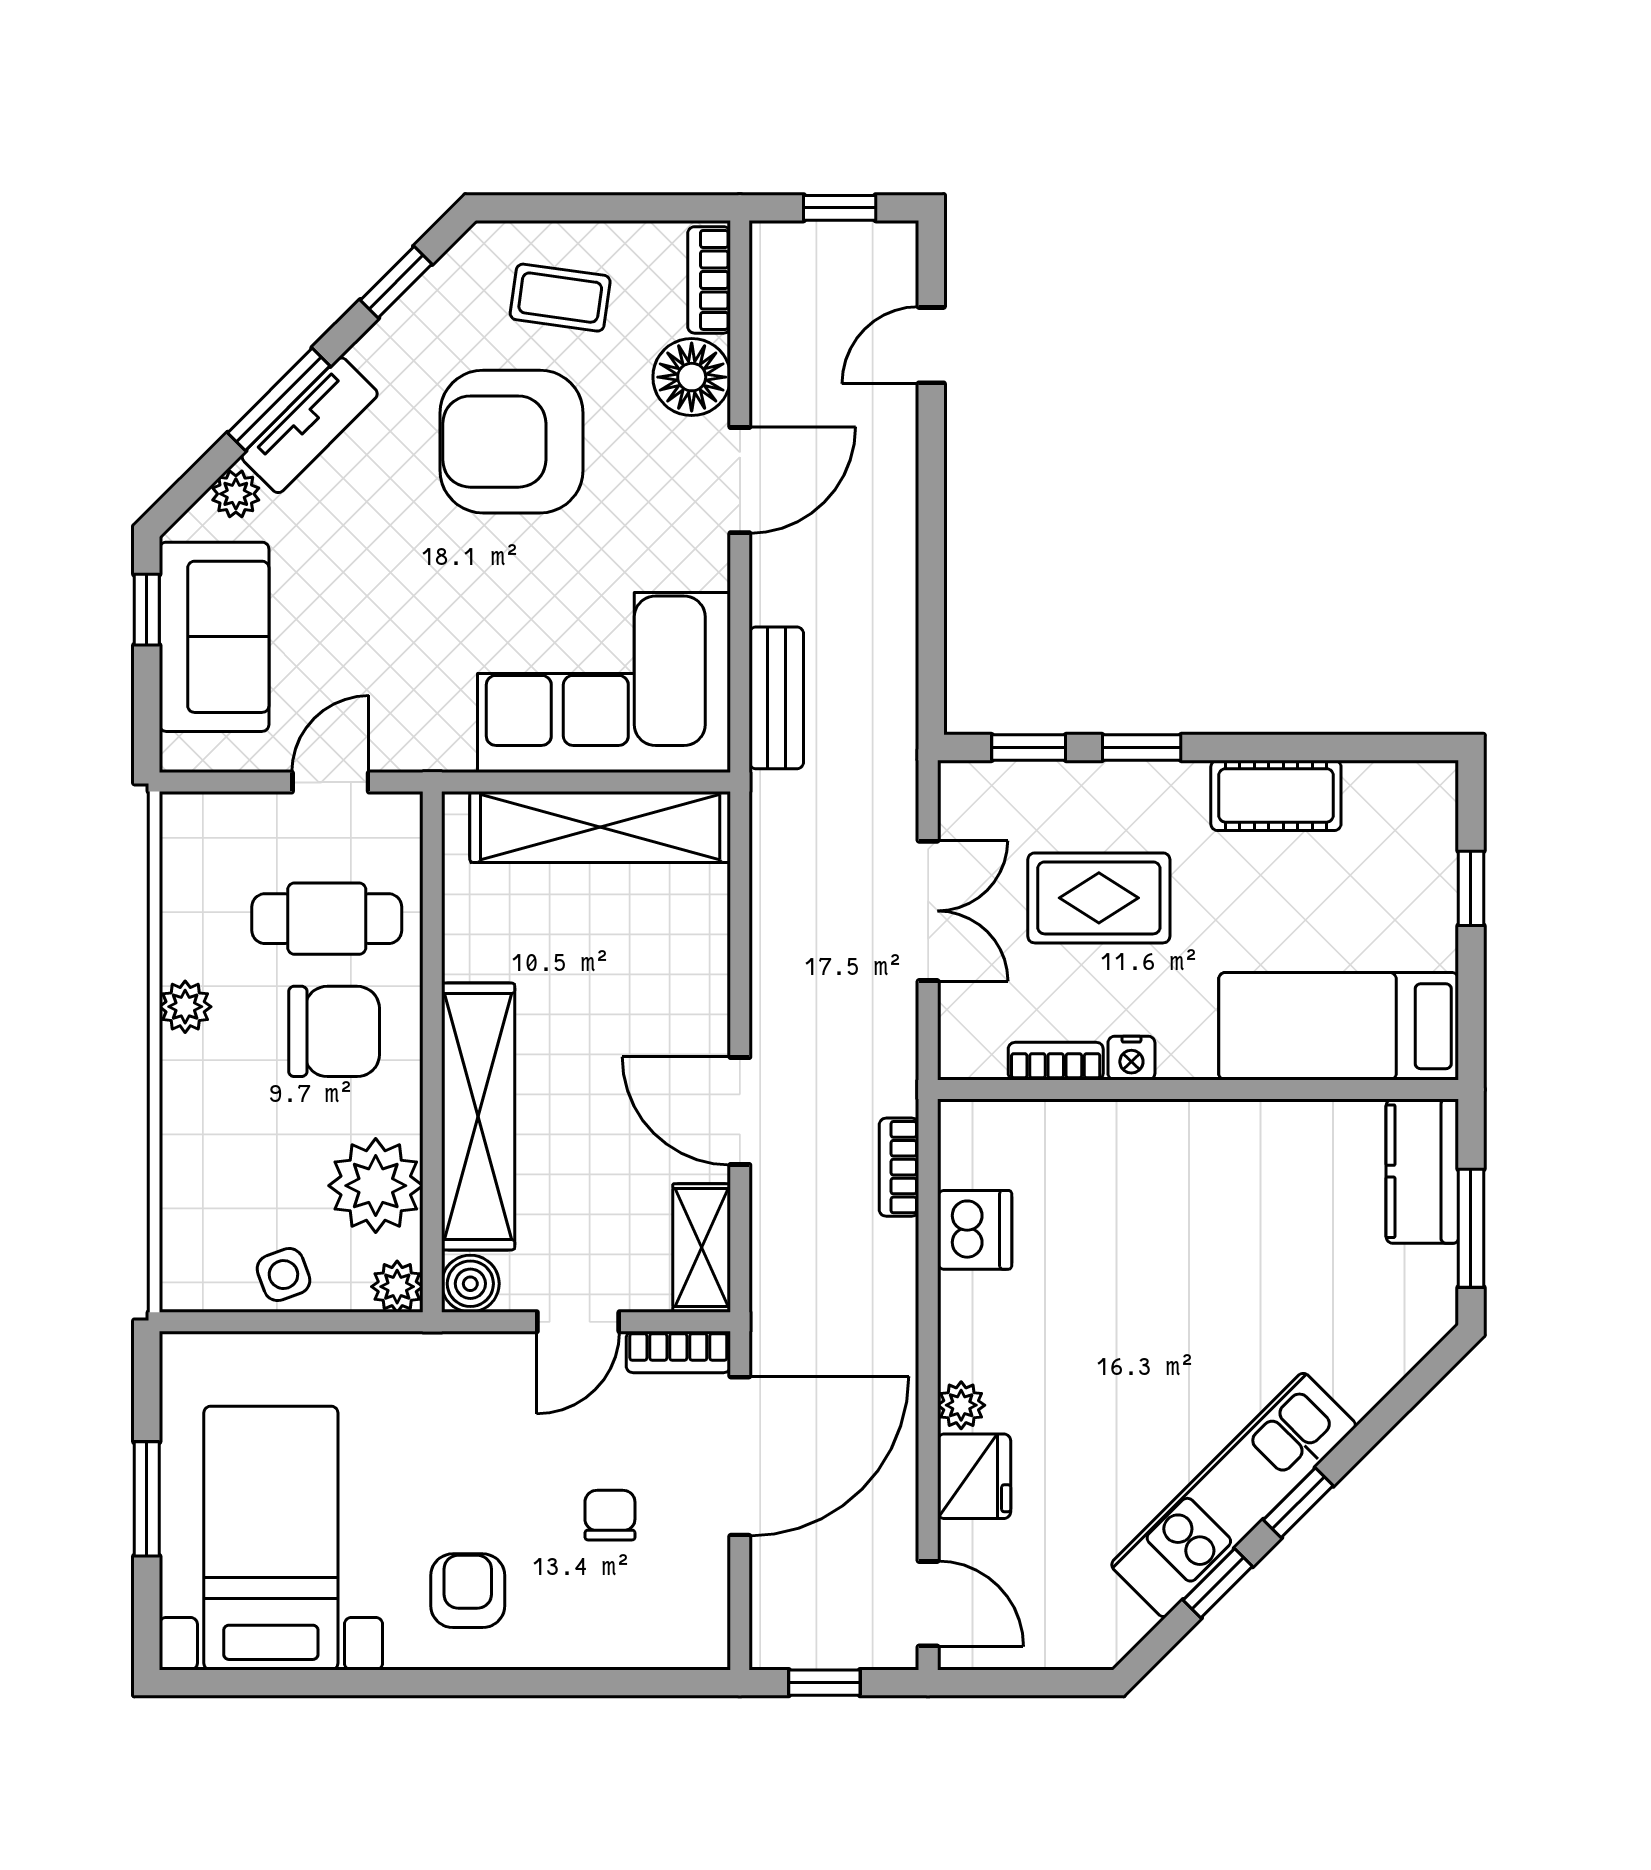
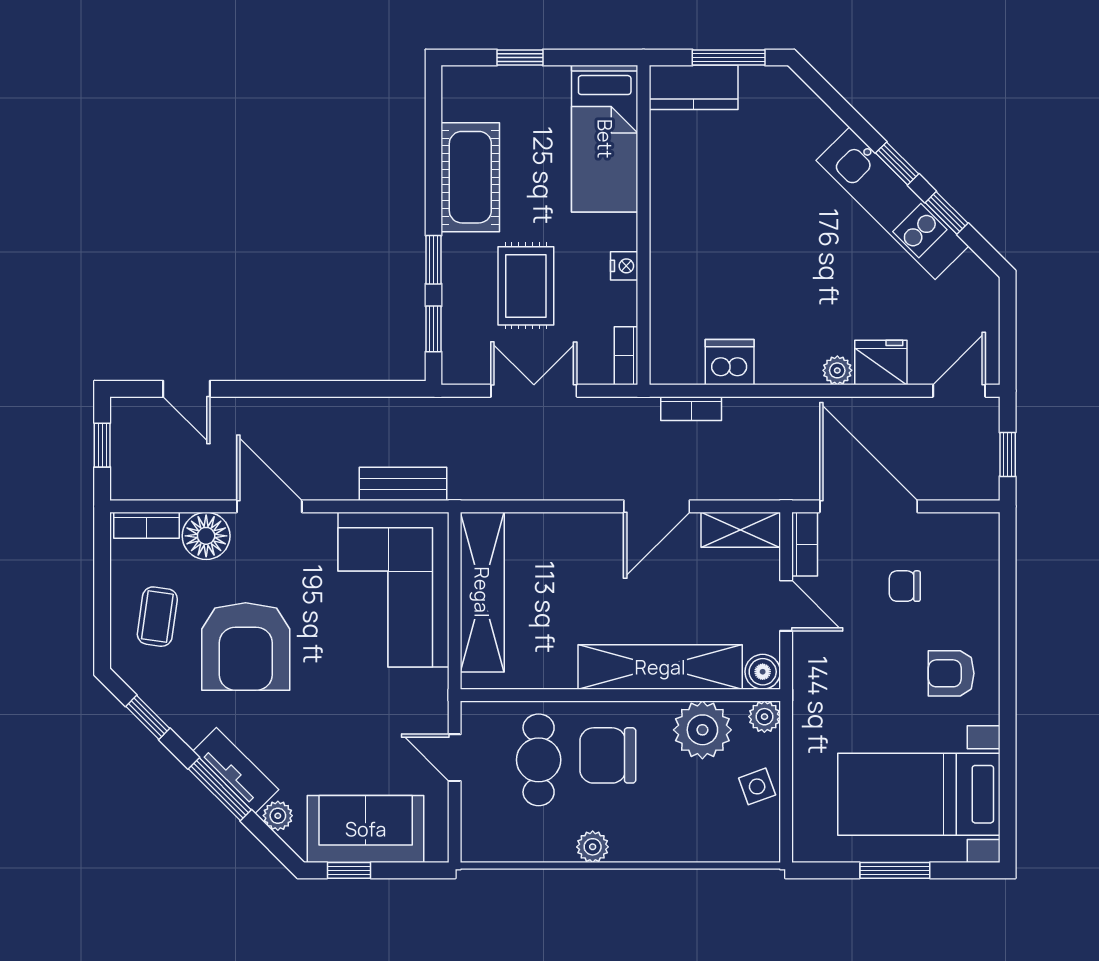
cot: (1276, 795) -> (470, 177), width x1.37, depth x1.34
chair: (334, 1031) -> (608, 755), turned -90
bookcase: (1056, 1061) -> (626, 356), moved

